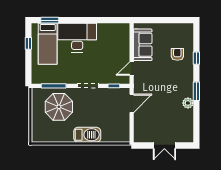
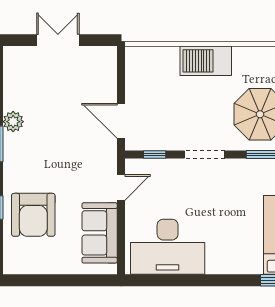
desk: (77, 38) -> (168, 247), moved
armchair: (177, 54) -> (33, 215), width x1.88, depth x1.88
door: (132, 103) -> (121, 121), hinge flipped

